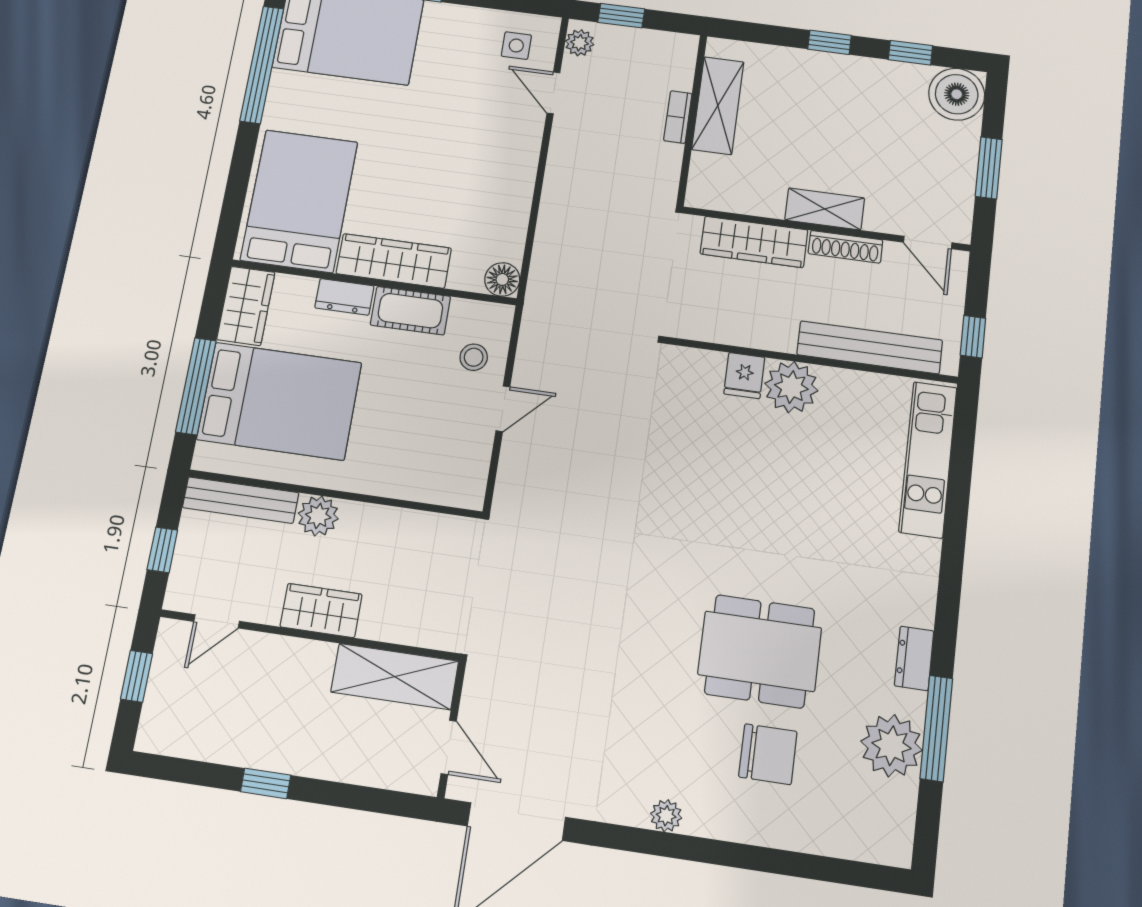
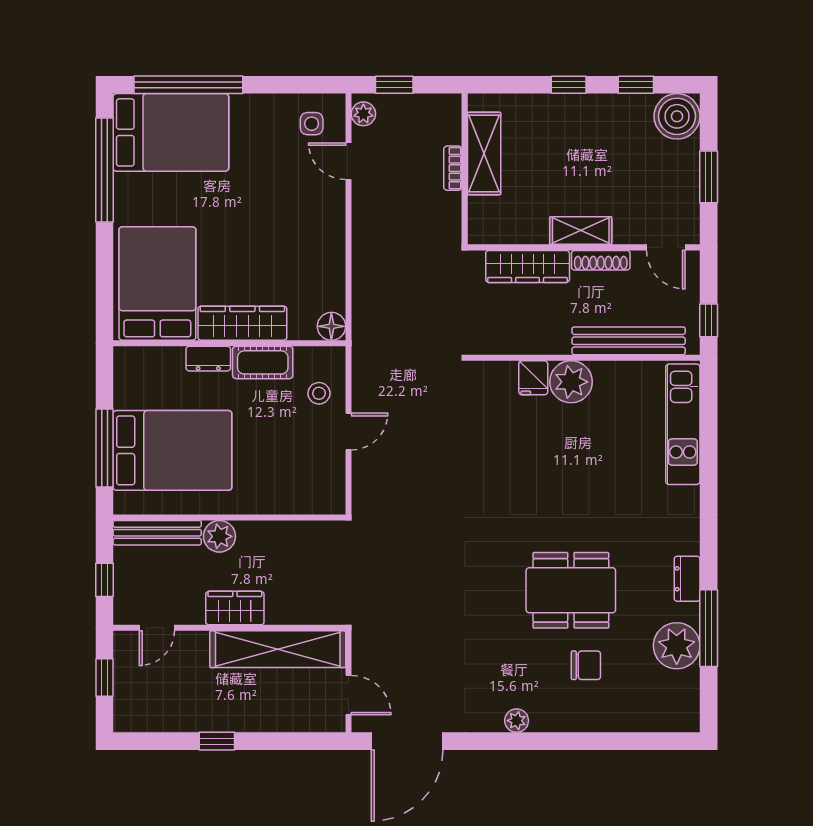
wardrobe: (246, 306) -> (131, 377), removed
shelving: (395, 677) -> (278, 649), width x1.47
chair: (768, 754) -> (586, 665), width x0.73, depth x0.73

